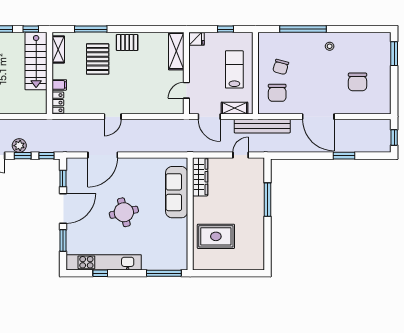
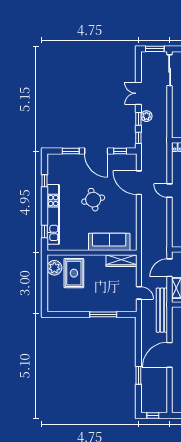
plant: (209, 261) -> (54, 268), added
kitchen unit: (104, 262) -> (53, 214), moved
window: (164, 273) -> (44, 232), width x0.46

